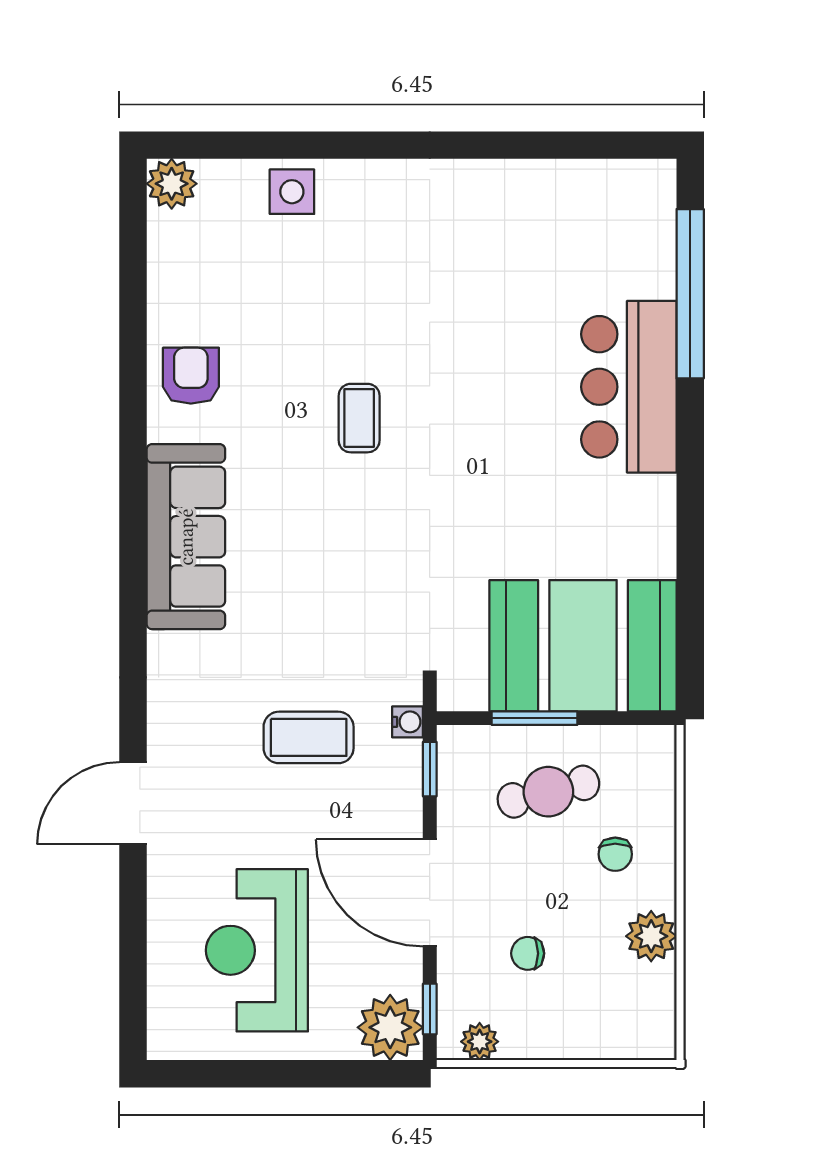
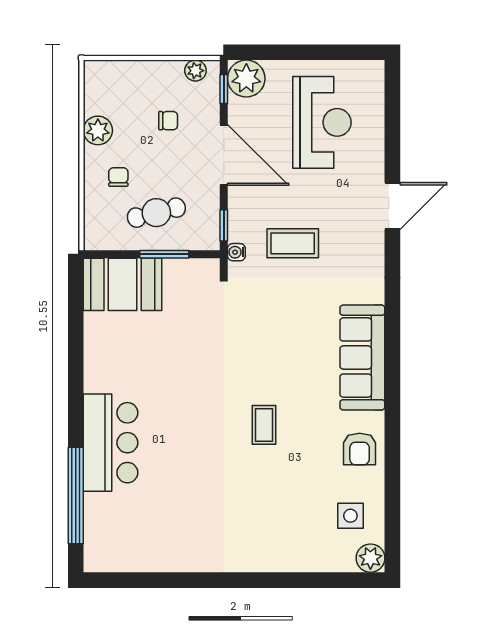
side table: (292, 192) -> (350, 516), moved
booth: (583, 646) -> (123, 284), width x0.73, depth x0.70

